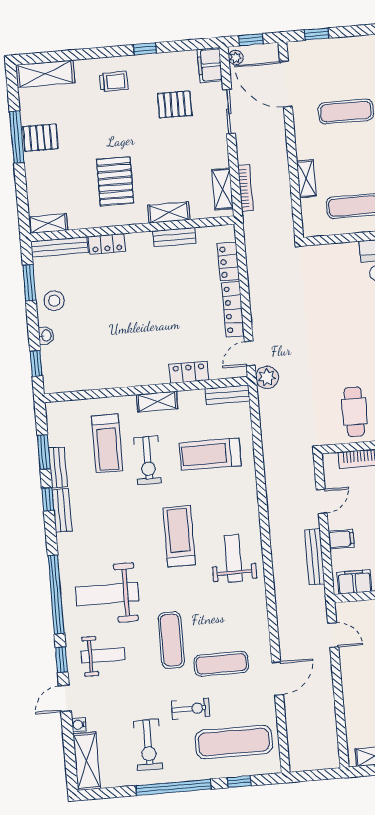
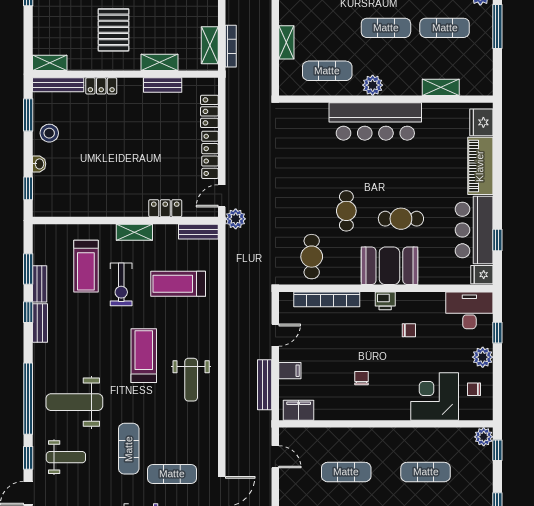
weight bench: (233, 558) -> (191, 380), turned 180

